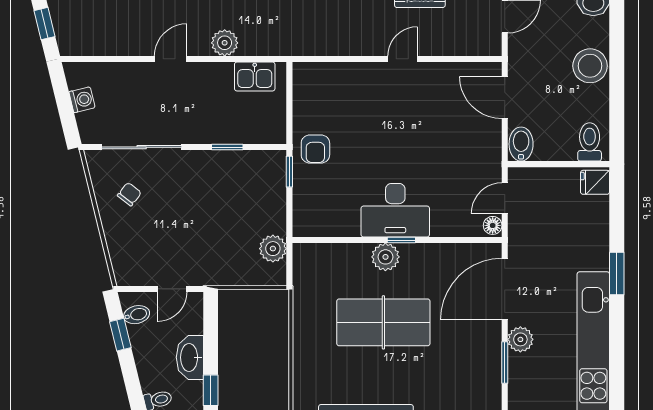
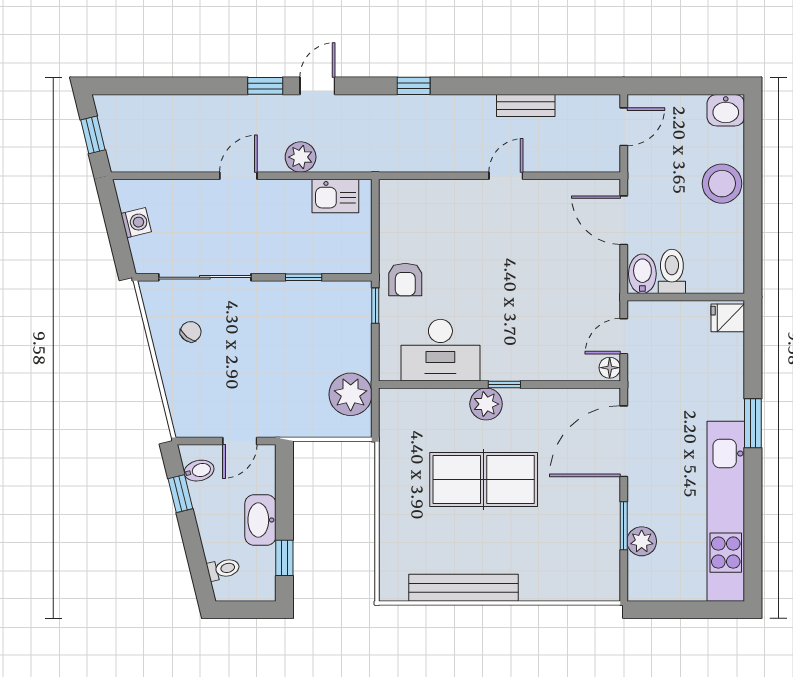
toilet: (590, 142) -> (672, 271), moved
desk: (395, 210) -> (440, 350), moved
plant: (273, 249) -> (351, 394), width x1.36, depth x1.36
plant: (520, 339) -> (642, 541), moved

